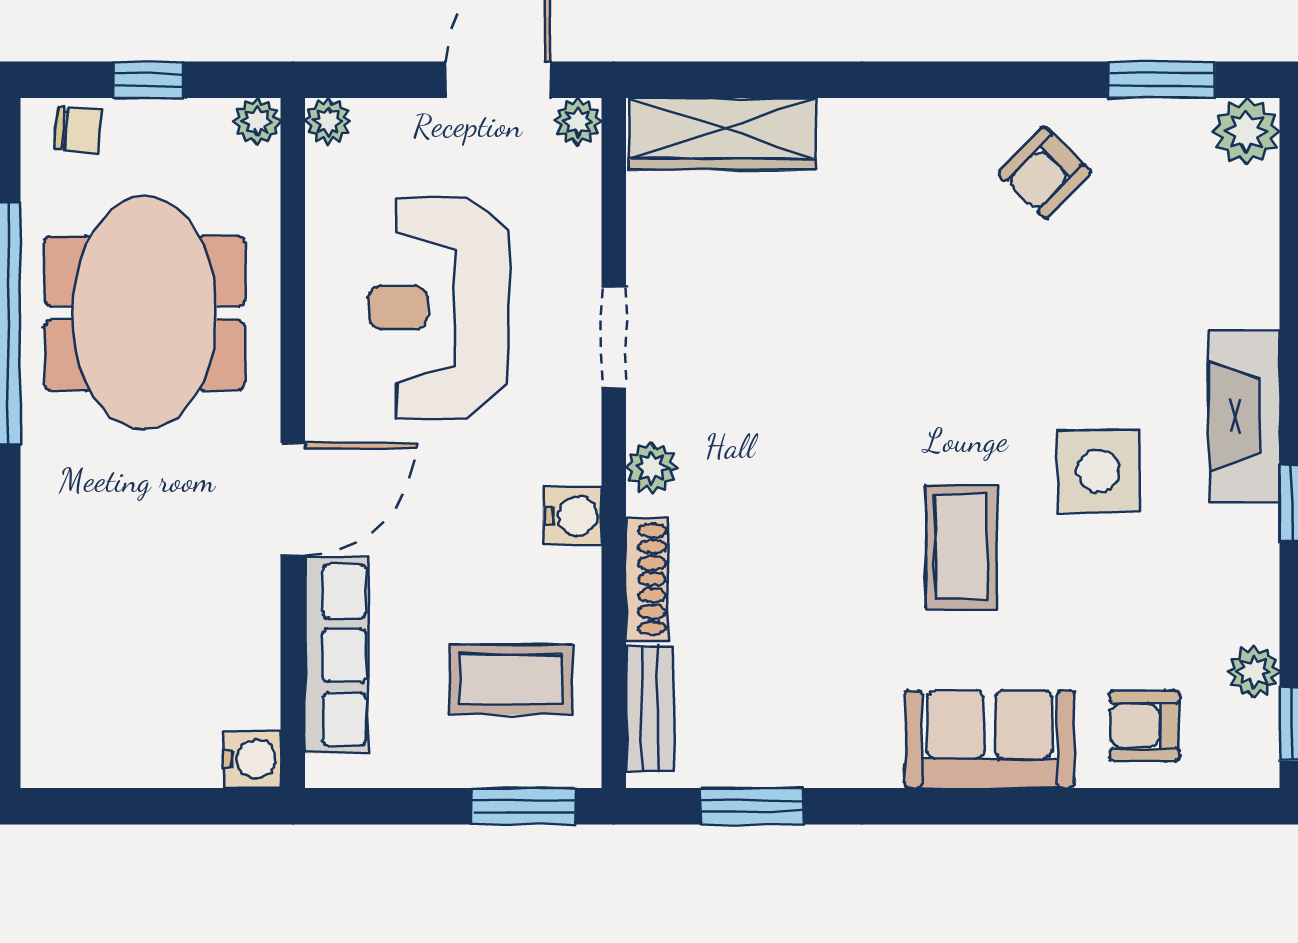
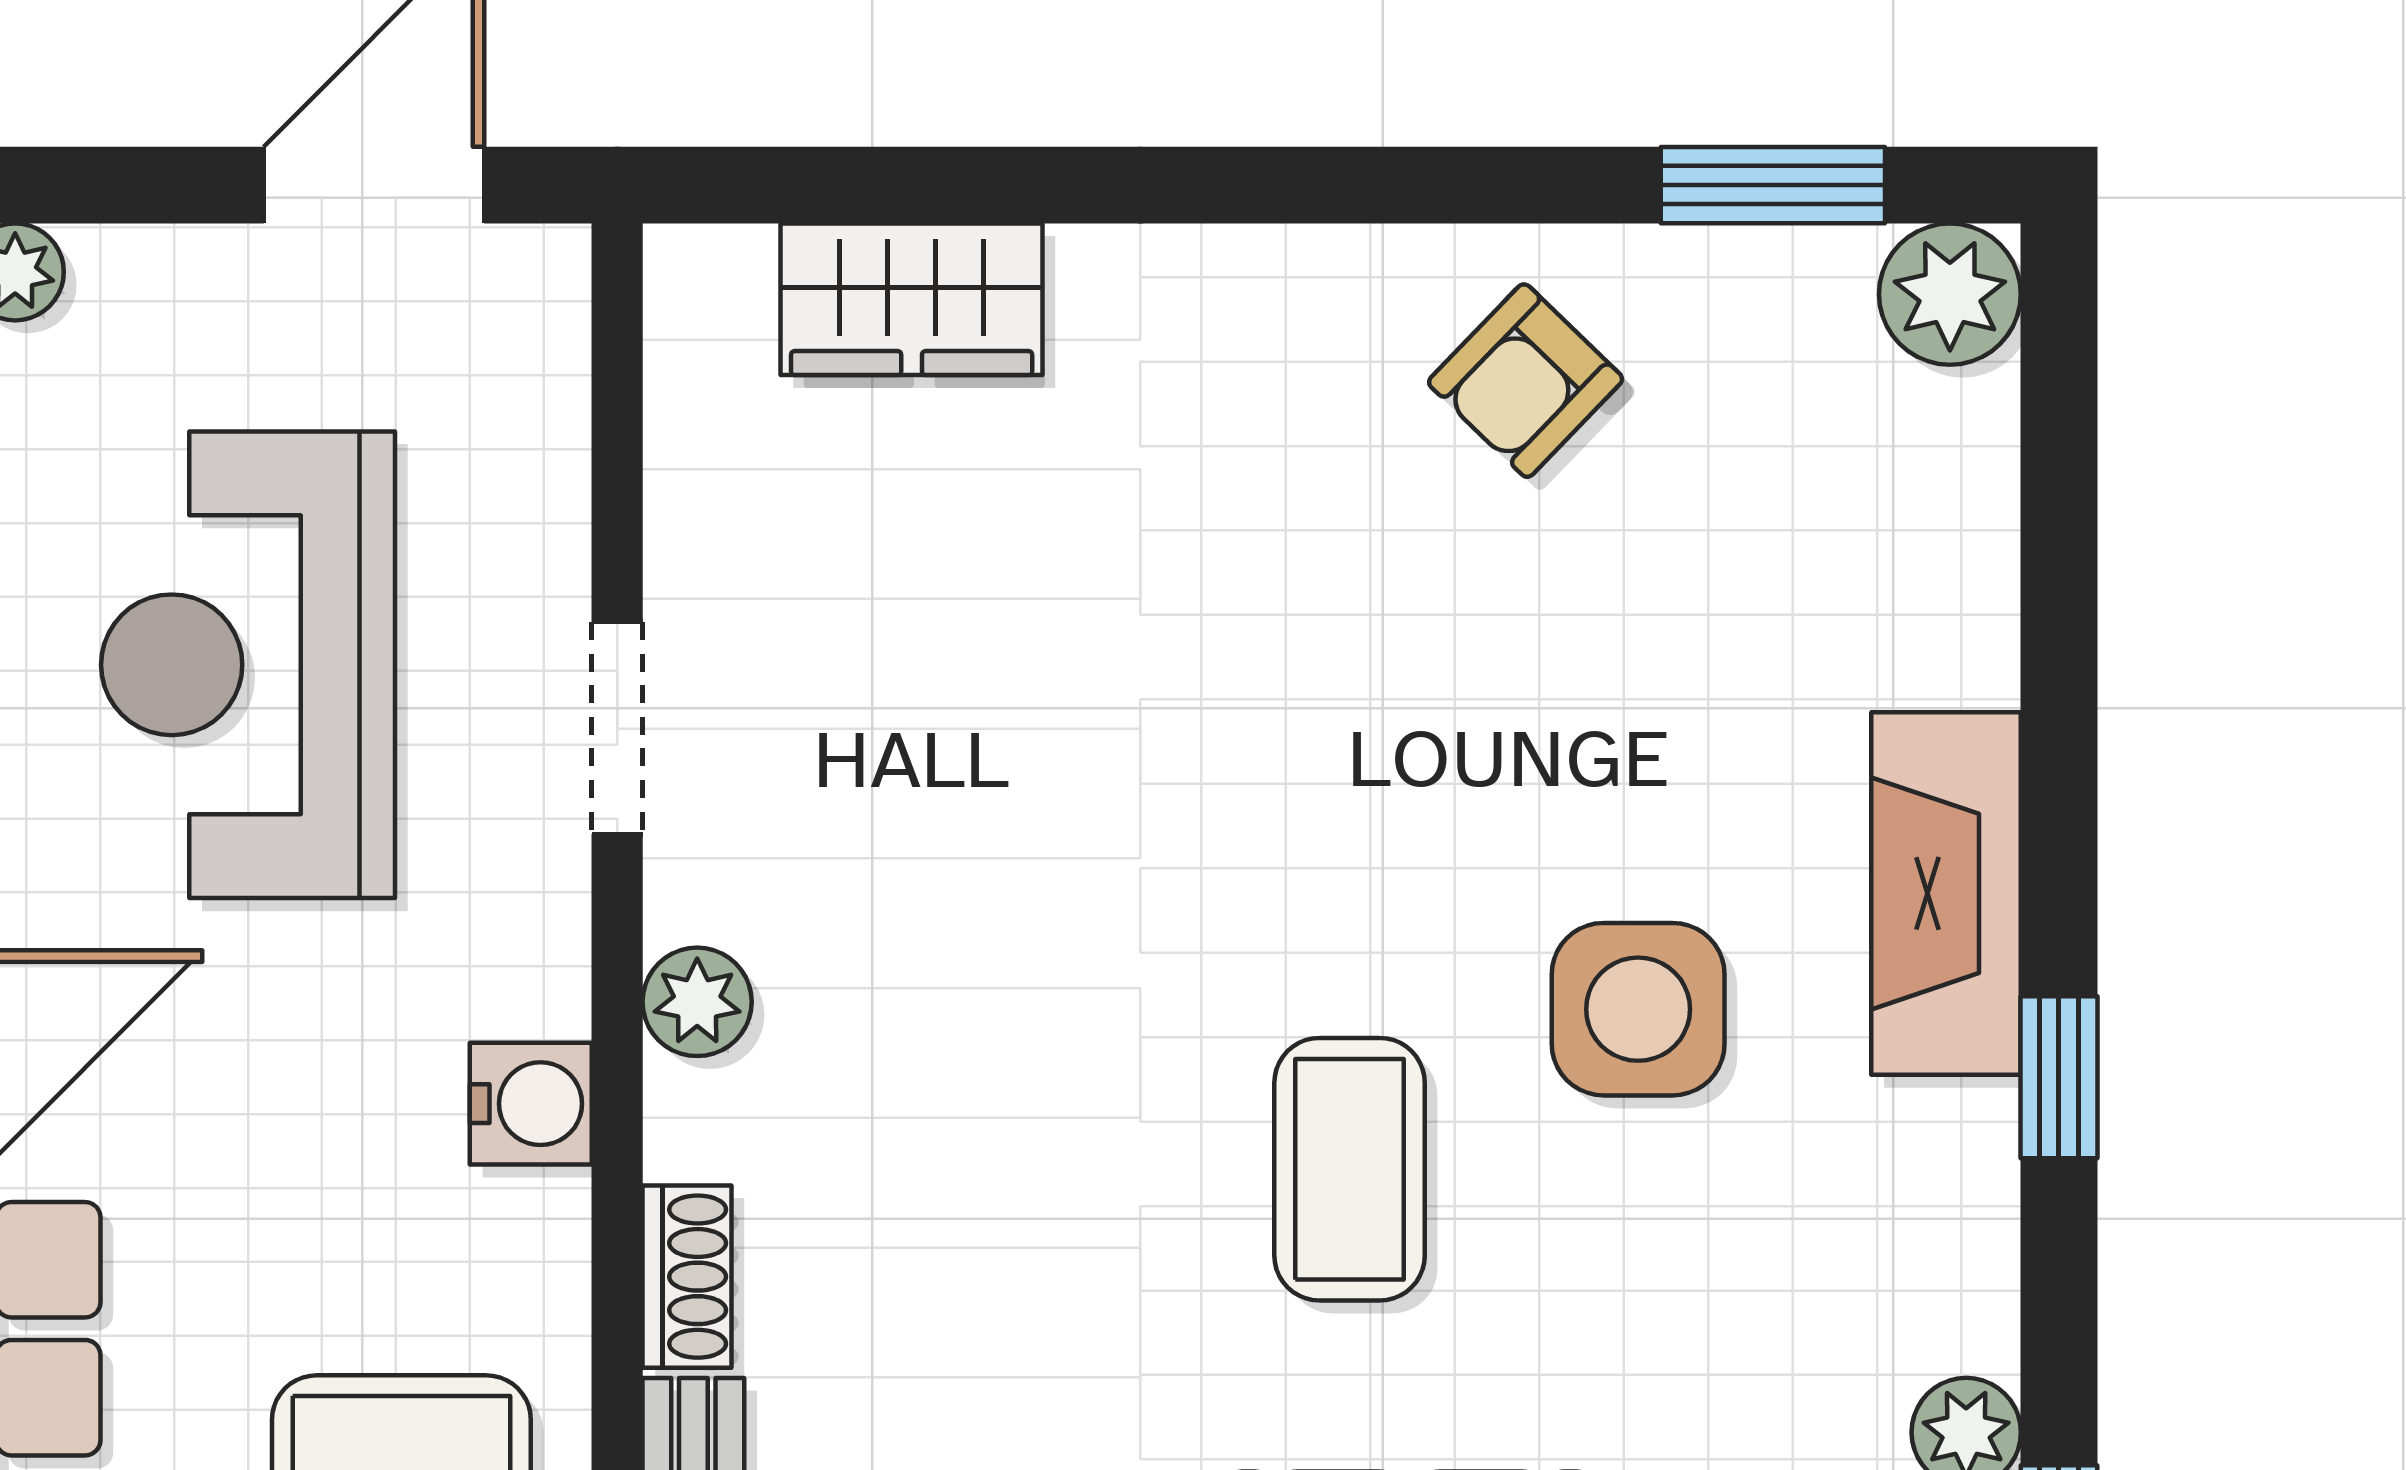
plant: (578, 122) -> (542, 273), removed
wardrobe: (722, 134) -> (912, 299), width x0.67
shoe rack: (647, 579) -> (687, 1277), width x0.70

